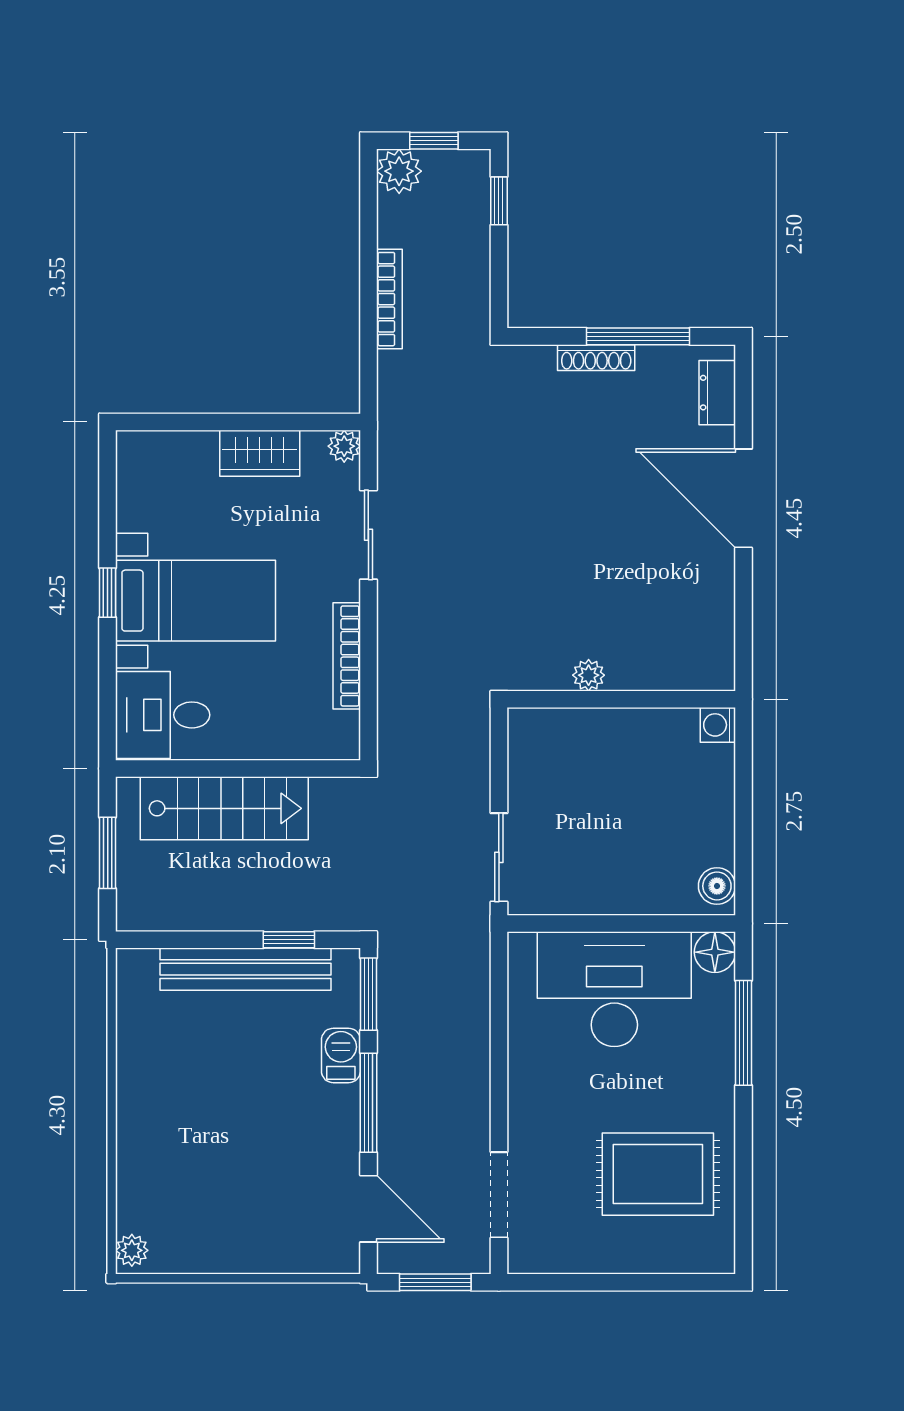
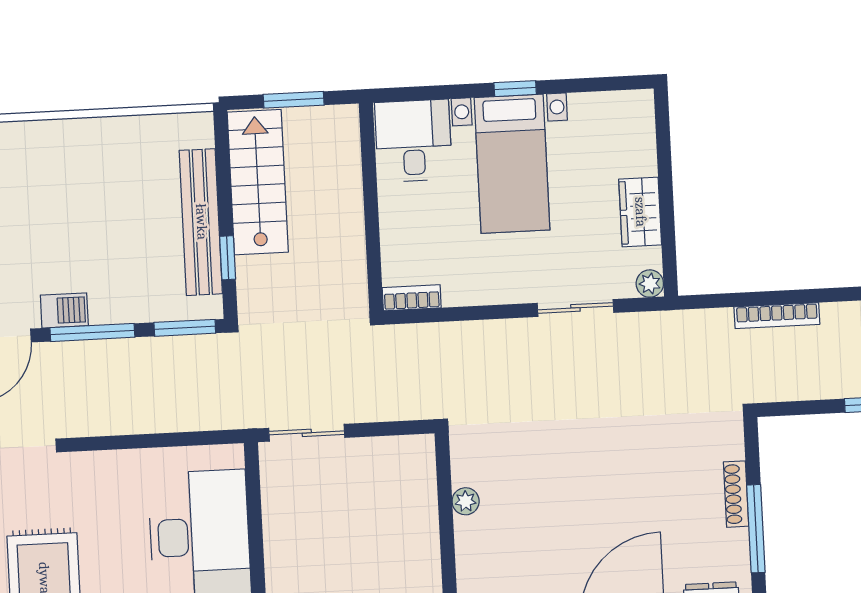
bookcase: (347, 656) -> (412, 298), moved, width x0.64
stairs: (224, 808) -> (258, 182), moved, turned 180
barbecue: (341, 1055) -> (64, 310), moved

